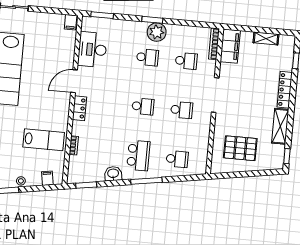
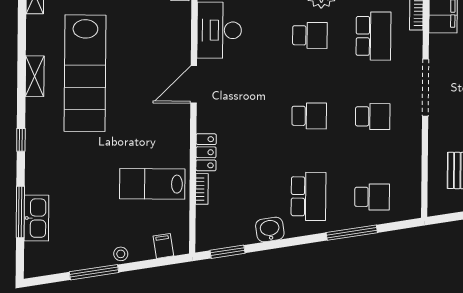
school desk: (186, 61) -> (373, 36), width x1.85
locker: (80, 108) -> (206, 152), moved
lab bench: (44, 140) -> (152, 184), turned 180
window: (146, 181) -> (352, 233), moved

